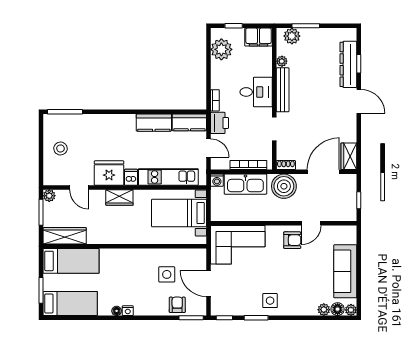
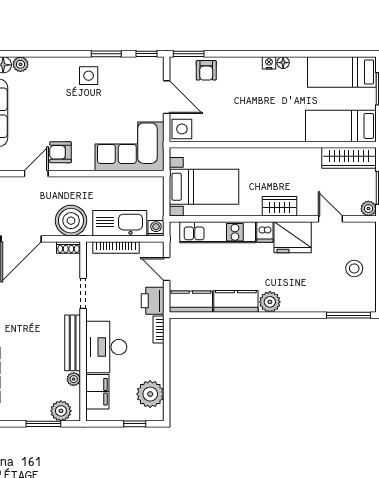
filing cabinet: (259, 37) -> (97, 392), moved, turned 90
desk: (256, 92) -> (106, 347), width x1.37
plant: (127, 122) -> (270, 302), added
side table: (167, 274) -> (182, 129), moved

